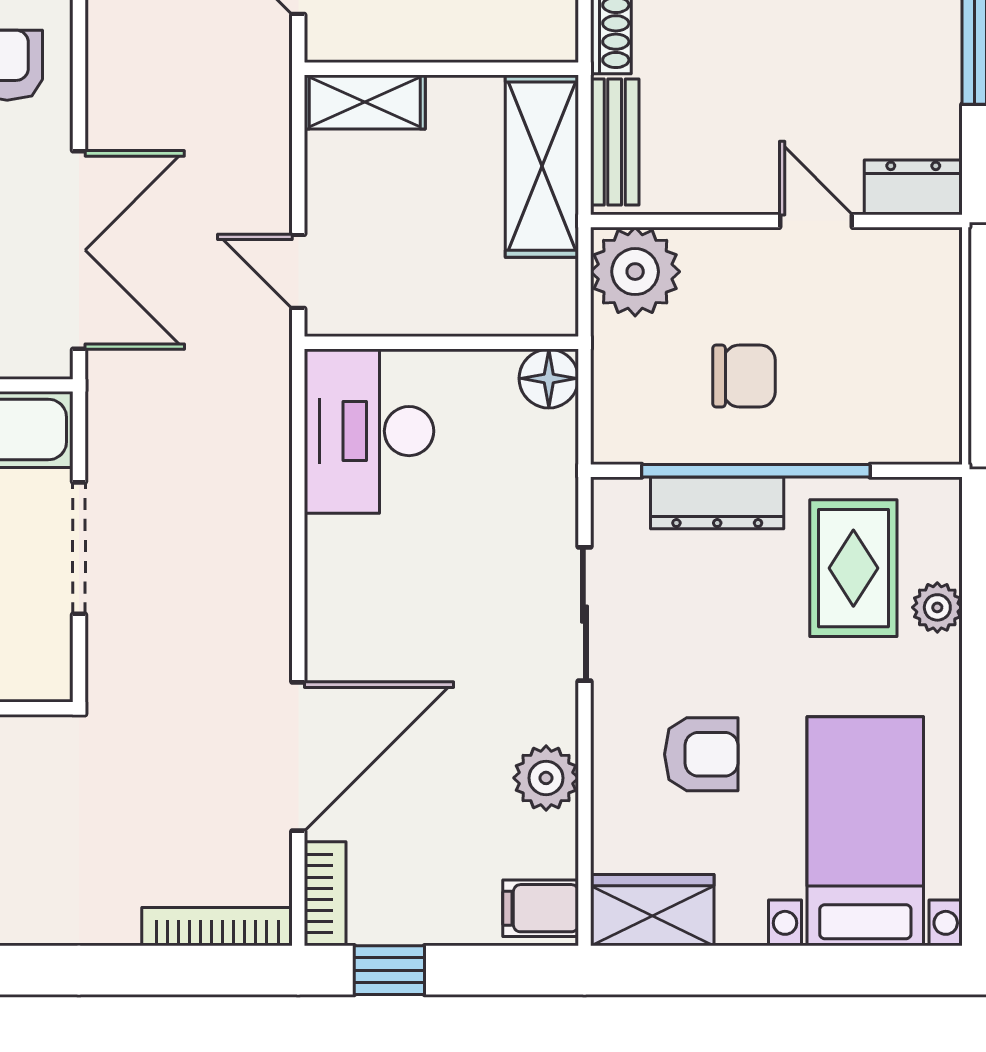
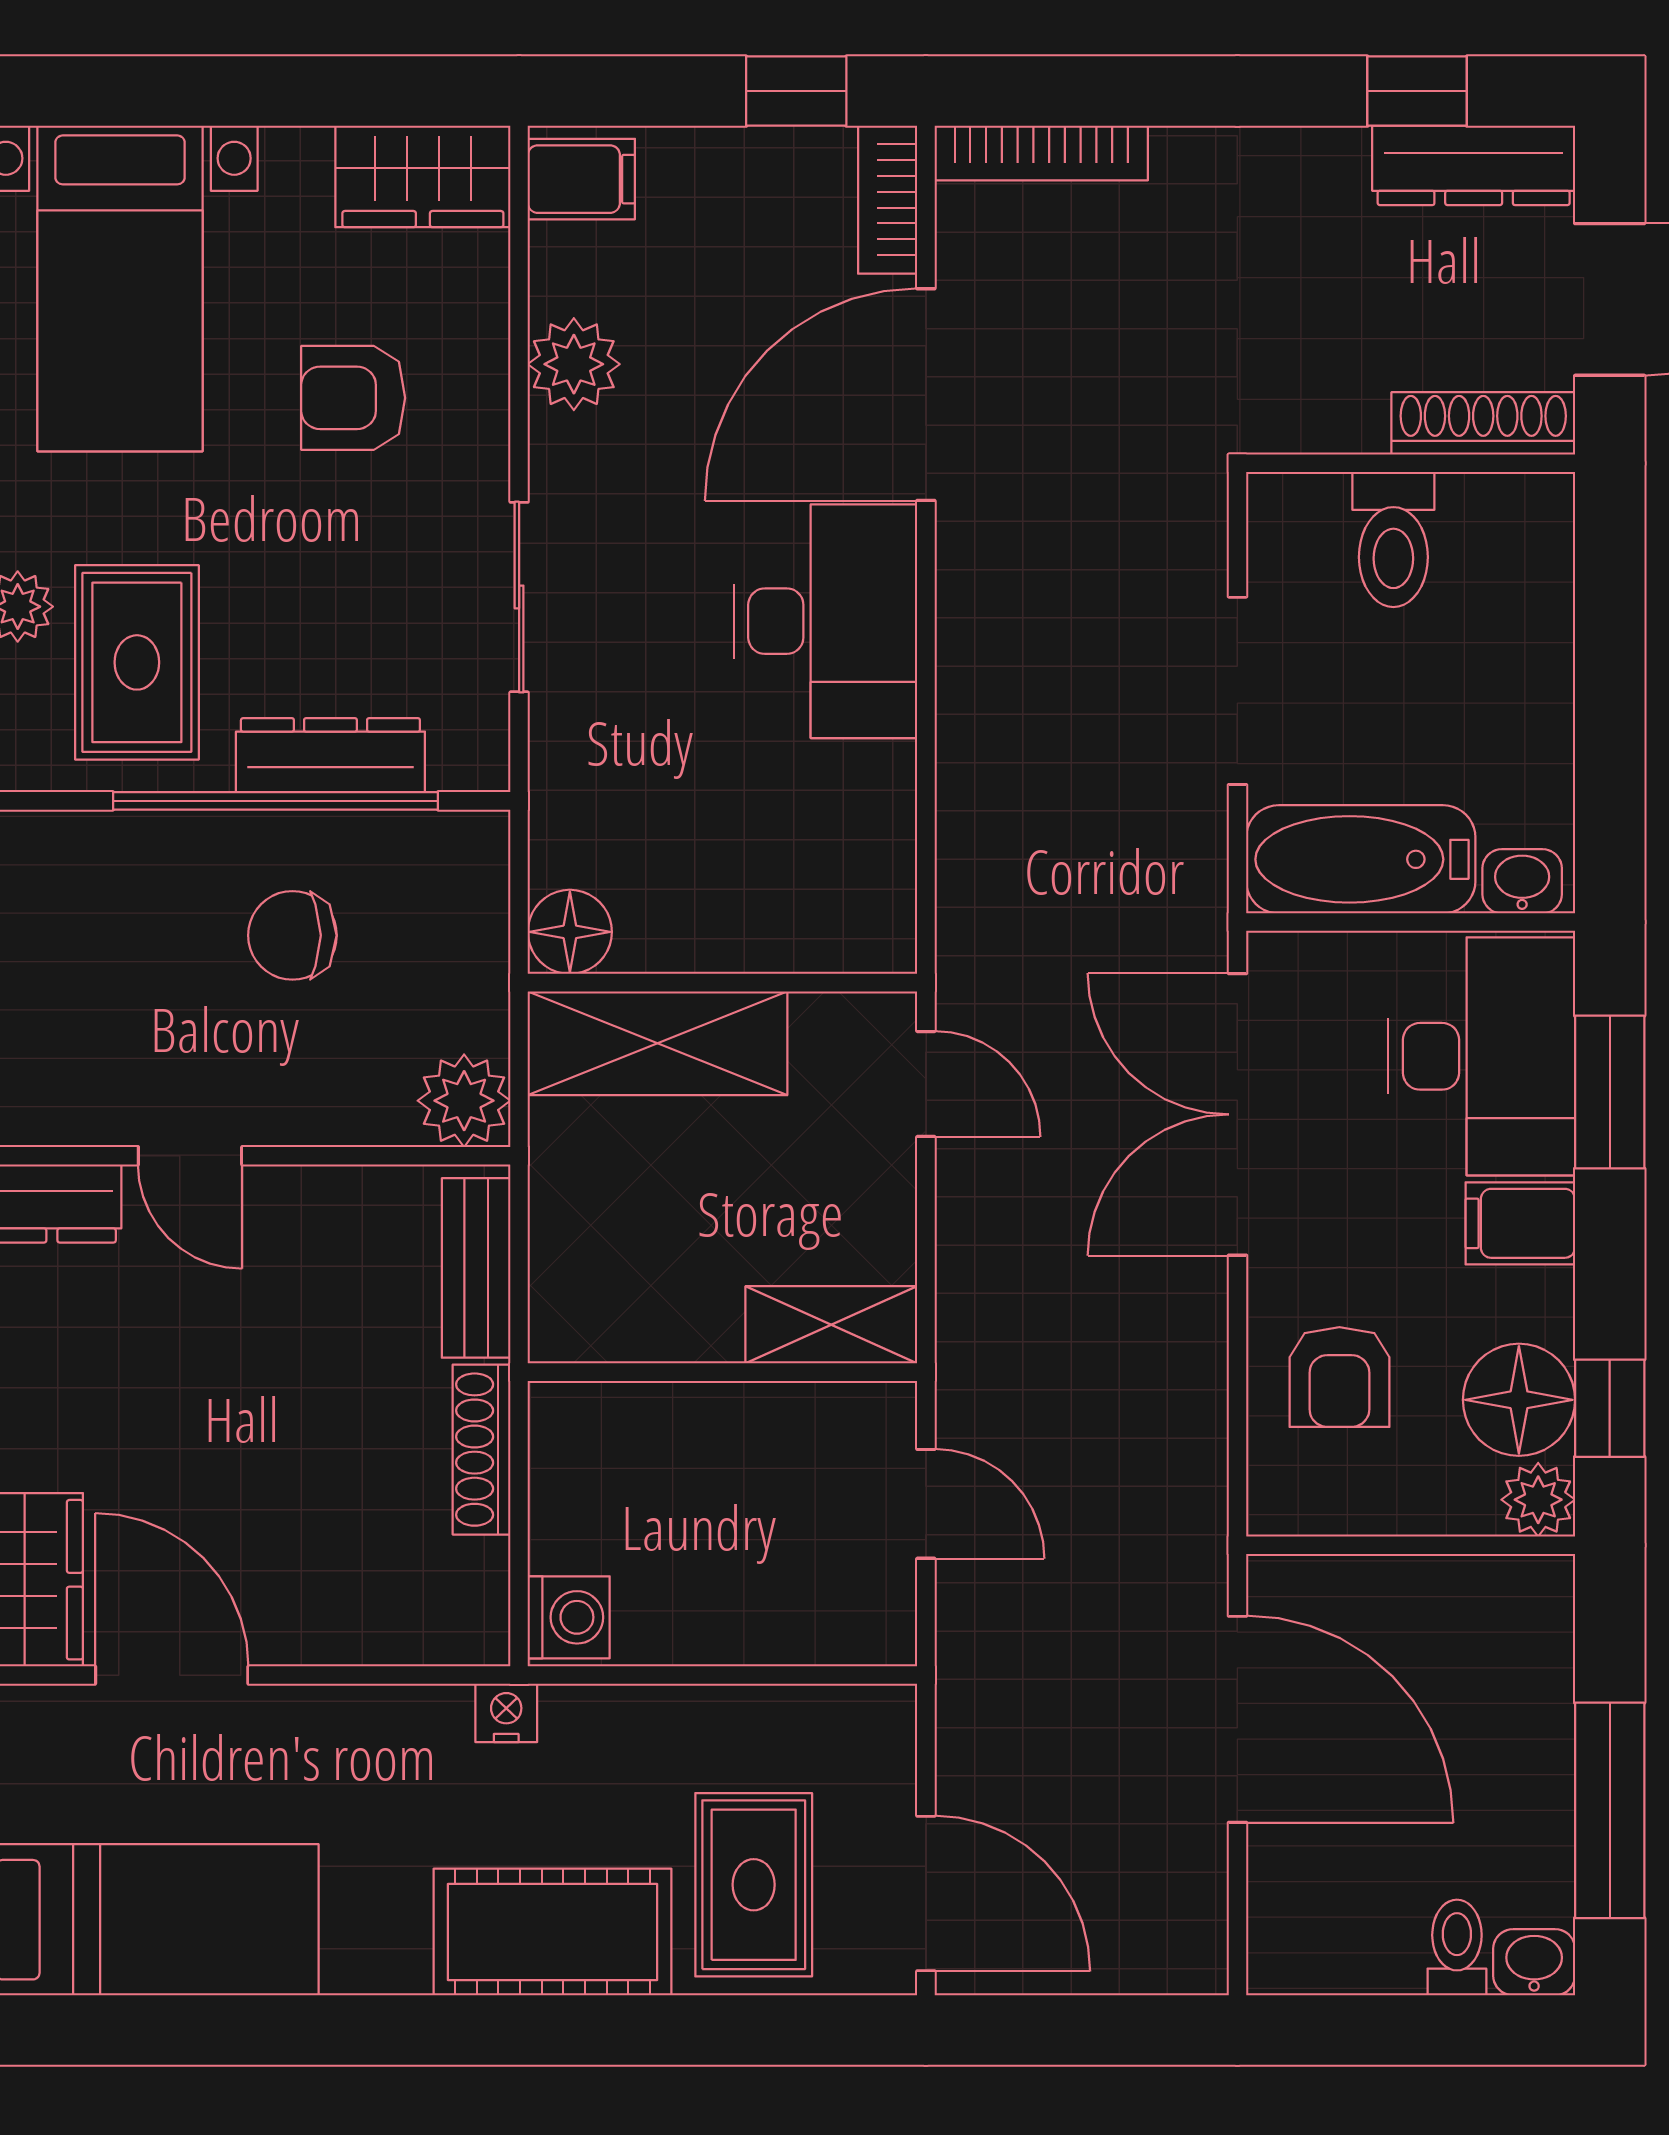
shelving: (542, 166) -> (658, 1043), moved, turned 90
plant: (635, 272) -> (464, 1101), width x0.73, depth x0.73
desk: (369, 431) -> (825, 621), moved

